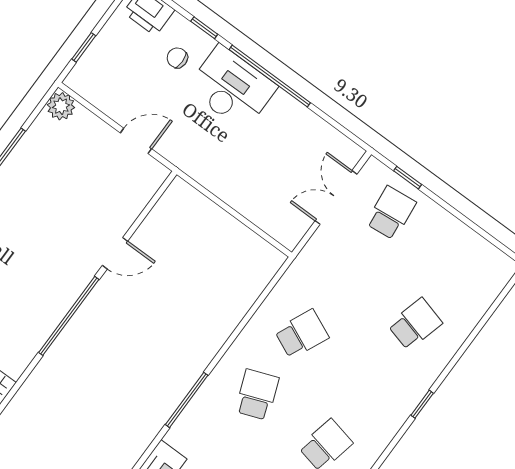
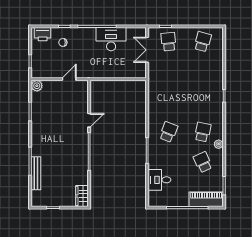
desk: (232, 88) -> (111, 39), moved
school desk: (415, 324) -> (203, 42), moved
school desk: (302, 334) -> (169, 102), removed
school desk: (257, 395) -> (169, 132), turned 42

